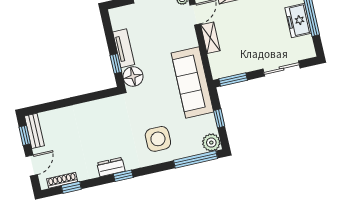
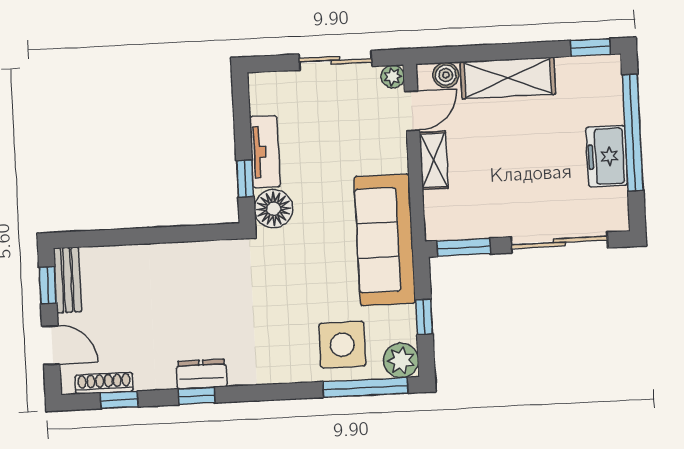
sliding door: (282, 69) -> (559, 242), width x1.37
side table: (158, 139) -> (342, 345), moved
door: (32, 166) -> (51, 345), hinge flipped
window: (123, 176) -> (197, 396), moved

